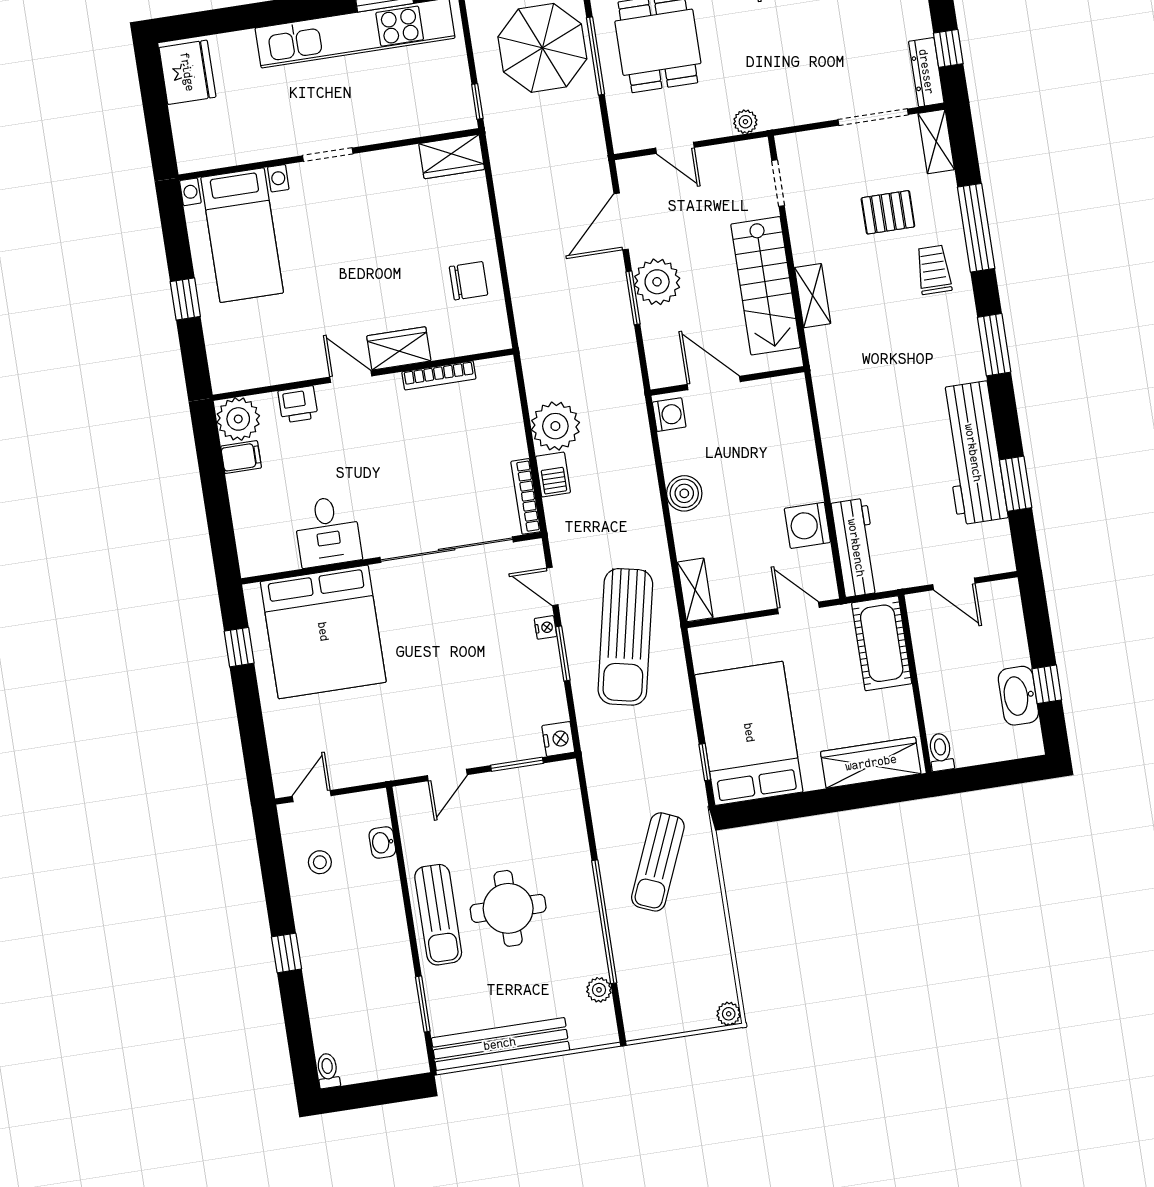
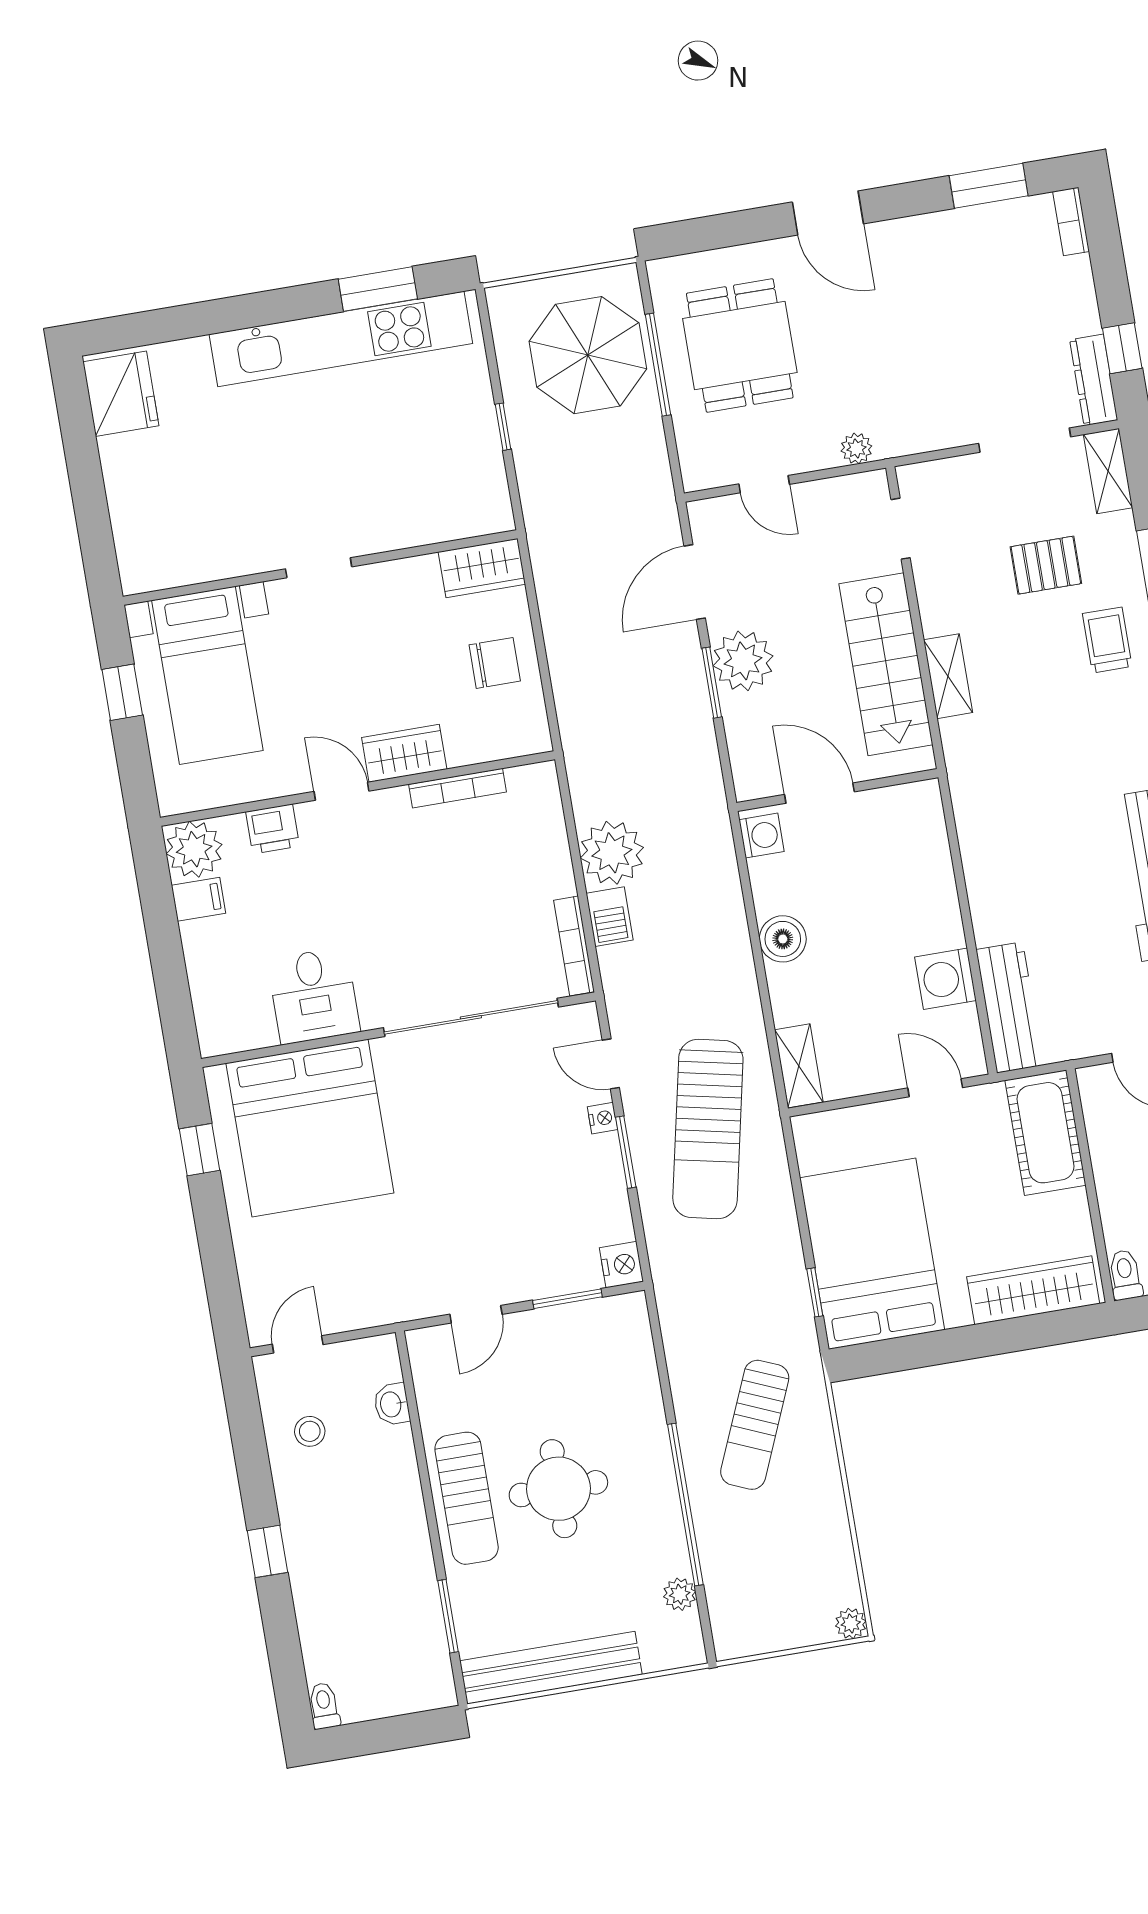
wall: (329, 154) -> (320, 568), moved
doorway: (328, 155) -> (319, 568), moved
wardrobe: (452, 157) -> (482, 568), moved
bed with nightstands: (242, 235) -> (207, 675), moved

